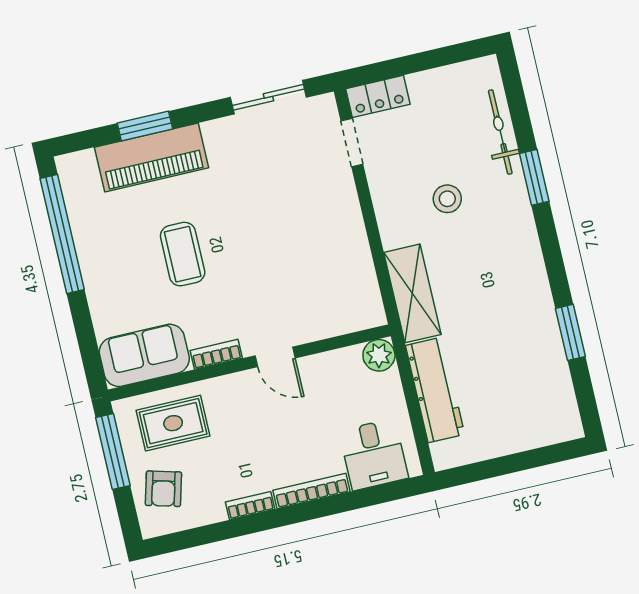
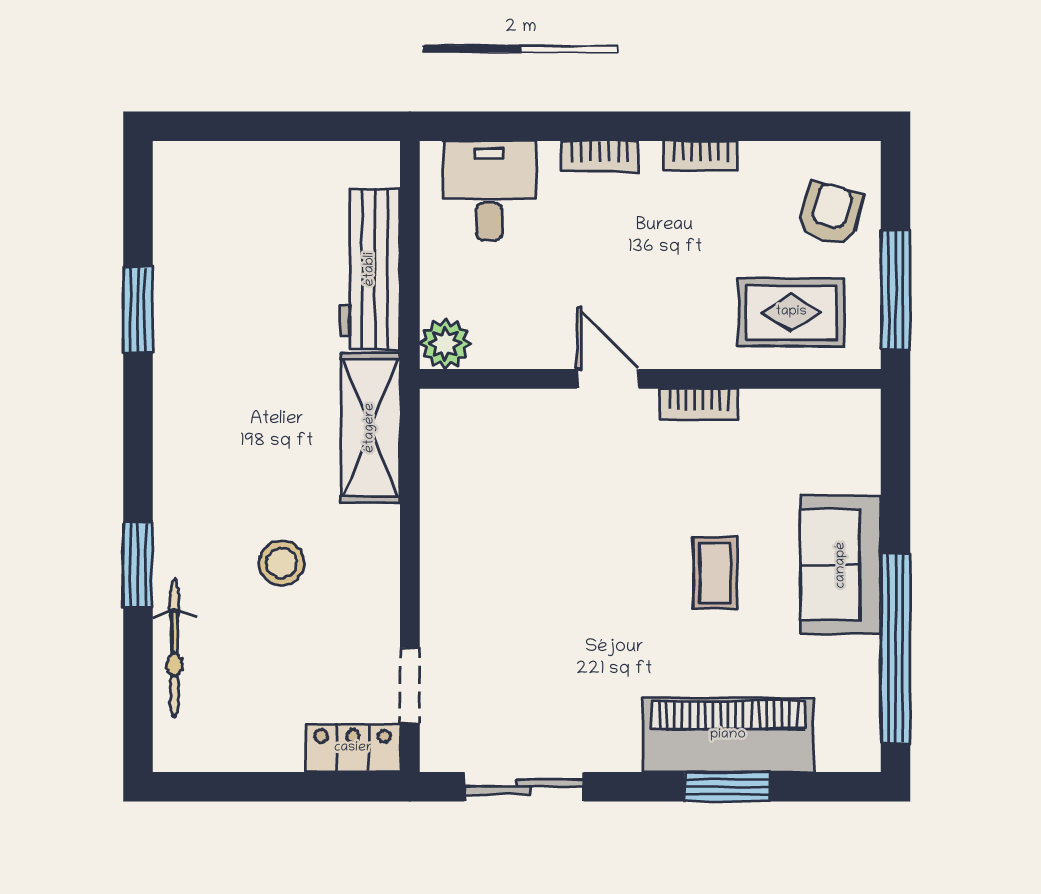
coffee table: (183, 254) -> (715, 573), width x0.73, depth x0.77
sofa: (144, 355) -> (841, 565), moved, turned 90
bookcase: (312, 491) -> (600, 156), width x0.64

